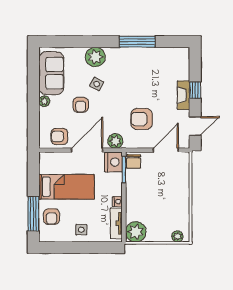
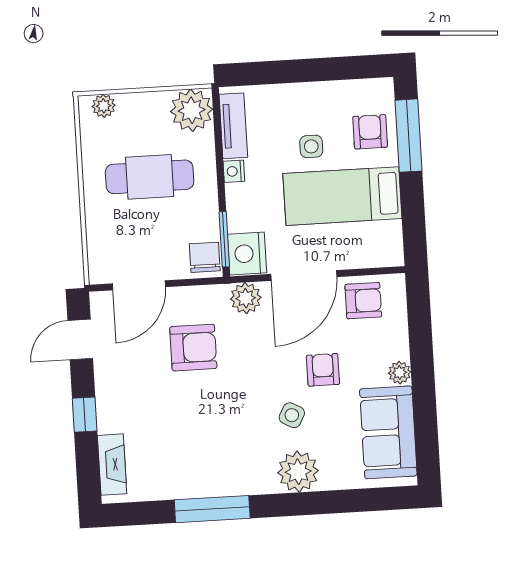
fireplace: (184, 95) -> (112, 465), moved
cafe table: (158, 201) -> (150, 177), added
side table: (81, 230) -> (311, 146), moved

